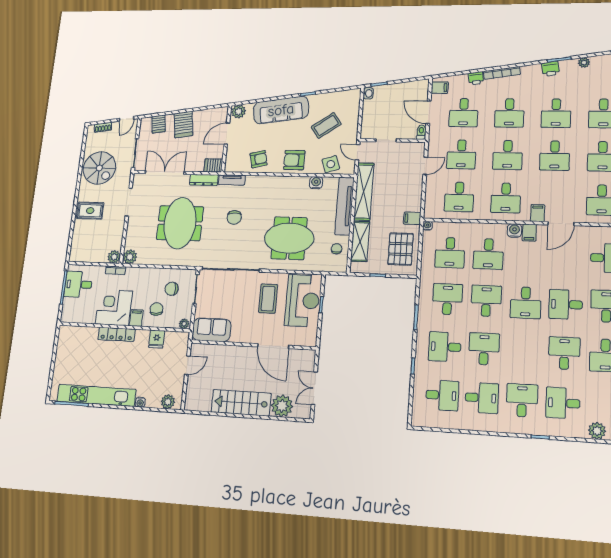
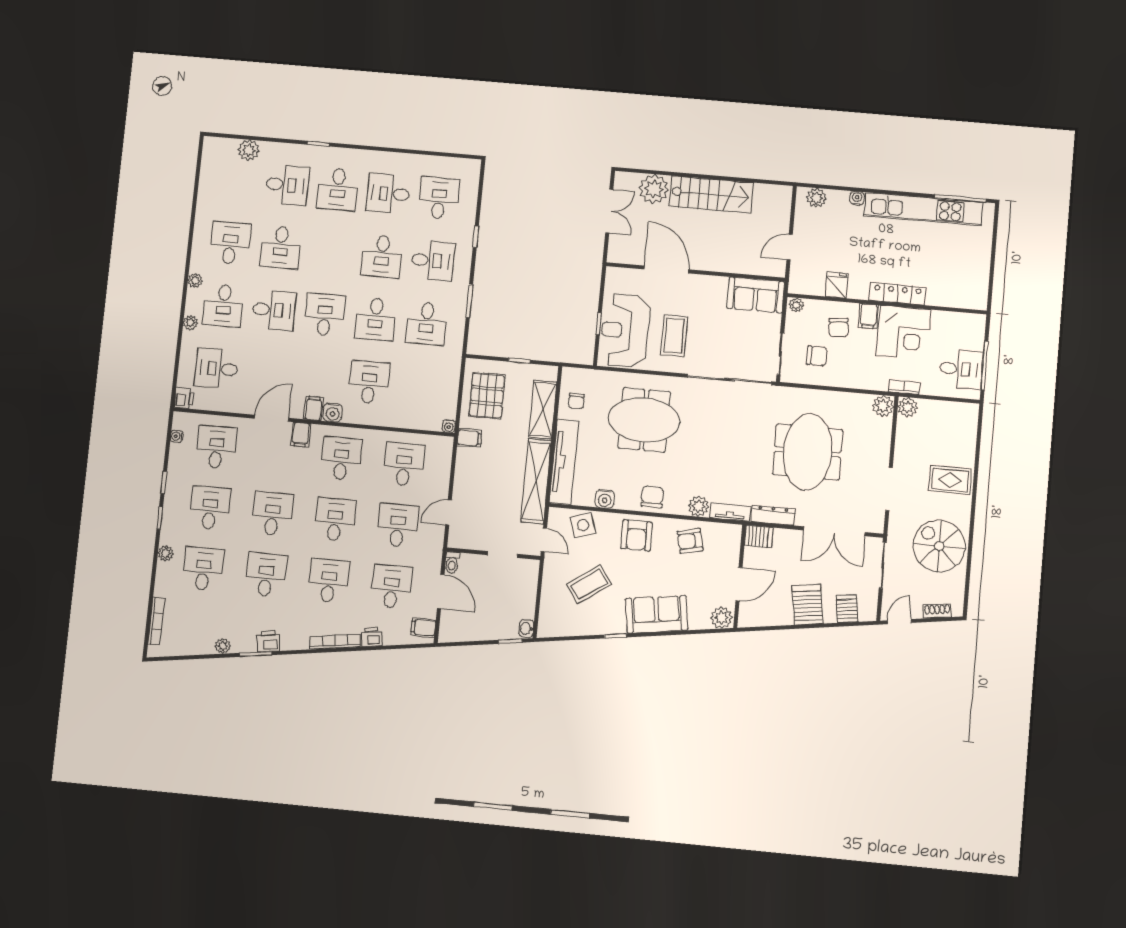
sofa: (281, 110) -> (657, 614), width x0.73
armchair: (294, 160) -> (637, 535), turned 90
plant: (253, 182) -> (698, 506), added
chair: (234, 217) -> (652, 497), moved
desk: (450, 253) -> (420, 387), removed
desk: (442, 395) -> (439, 198), turned 90

